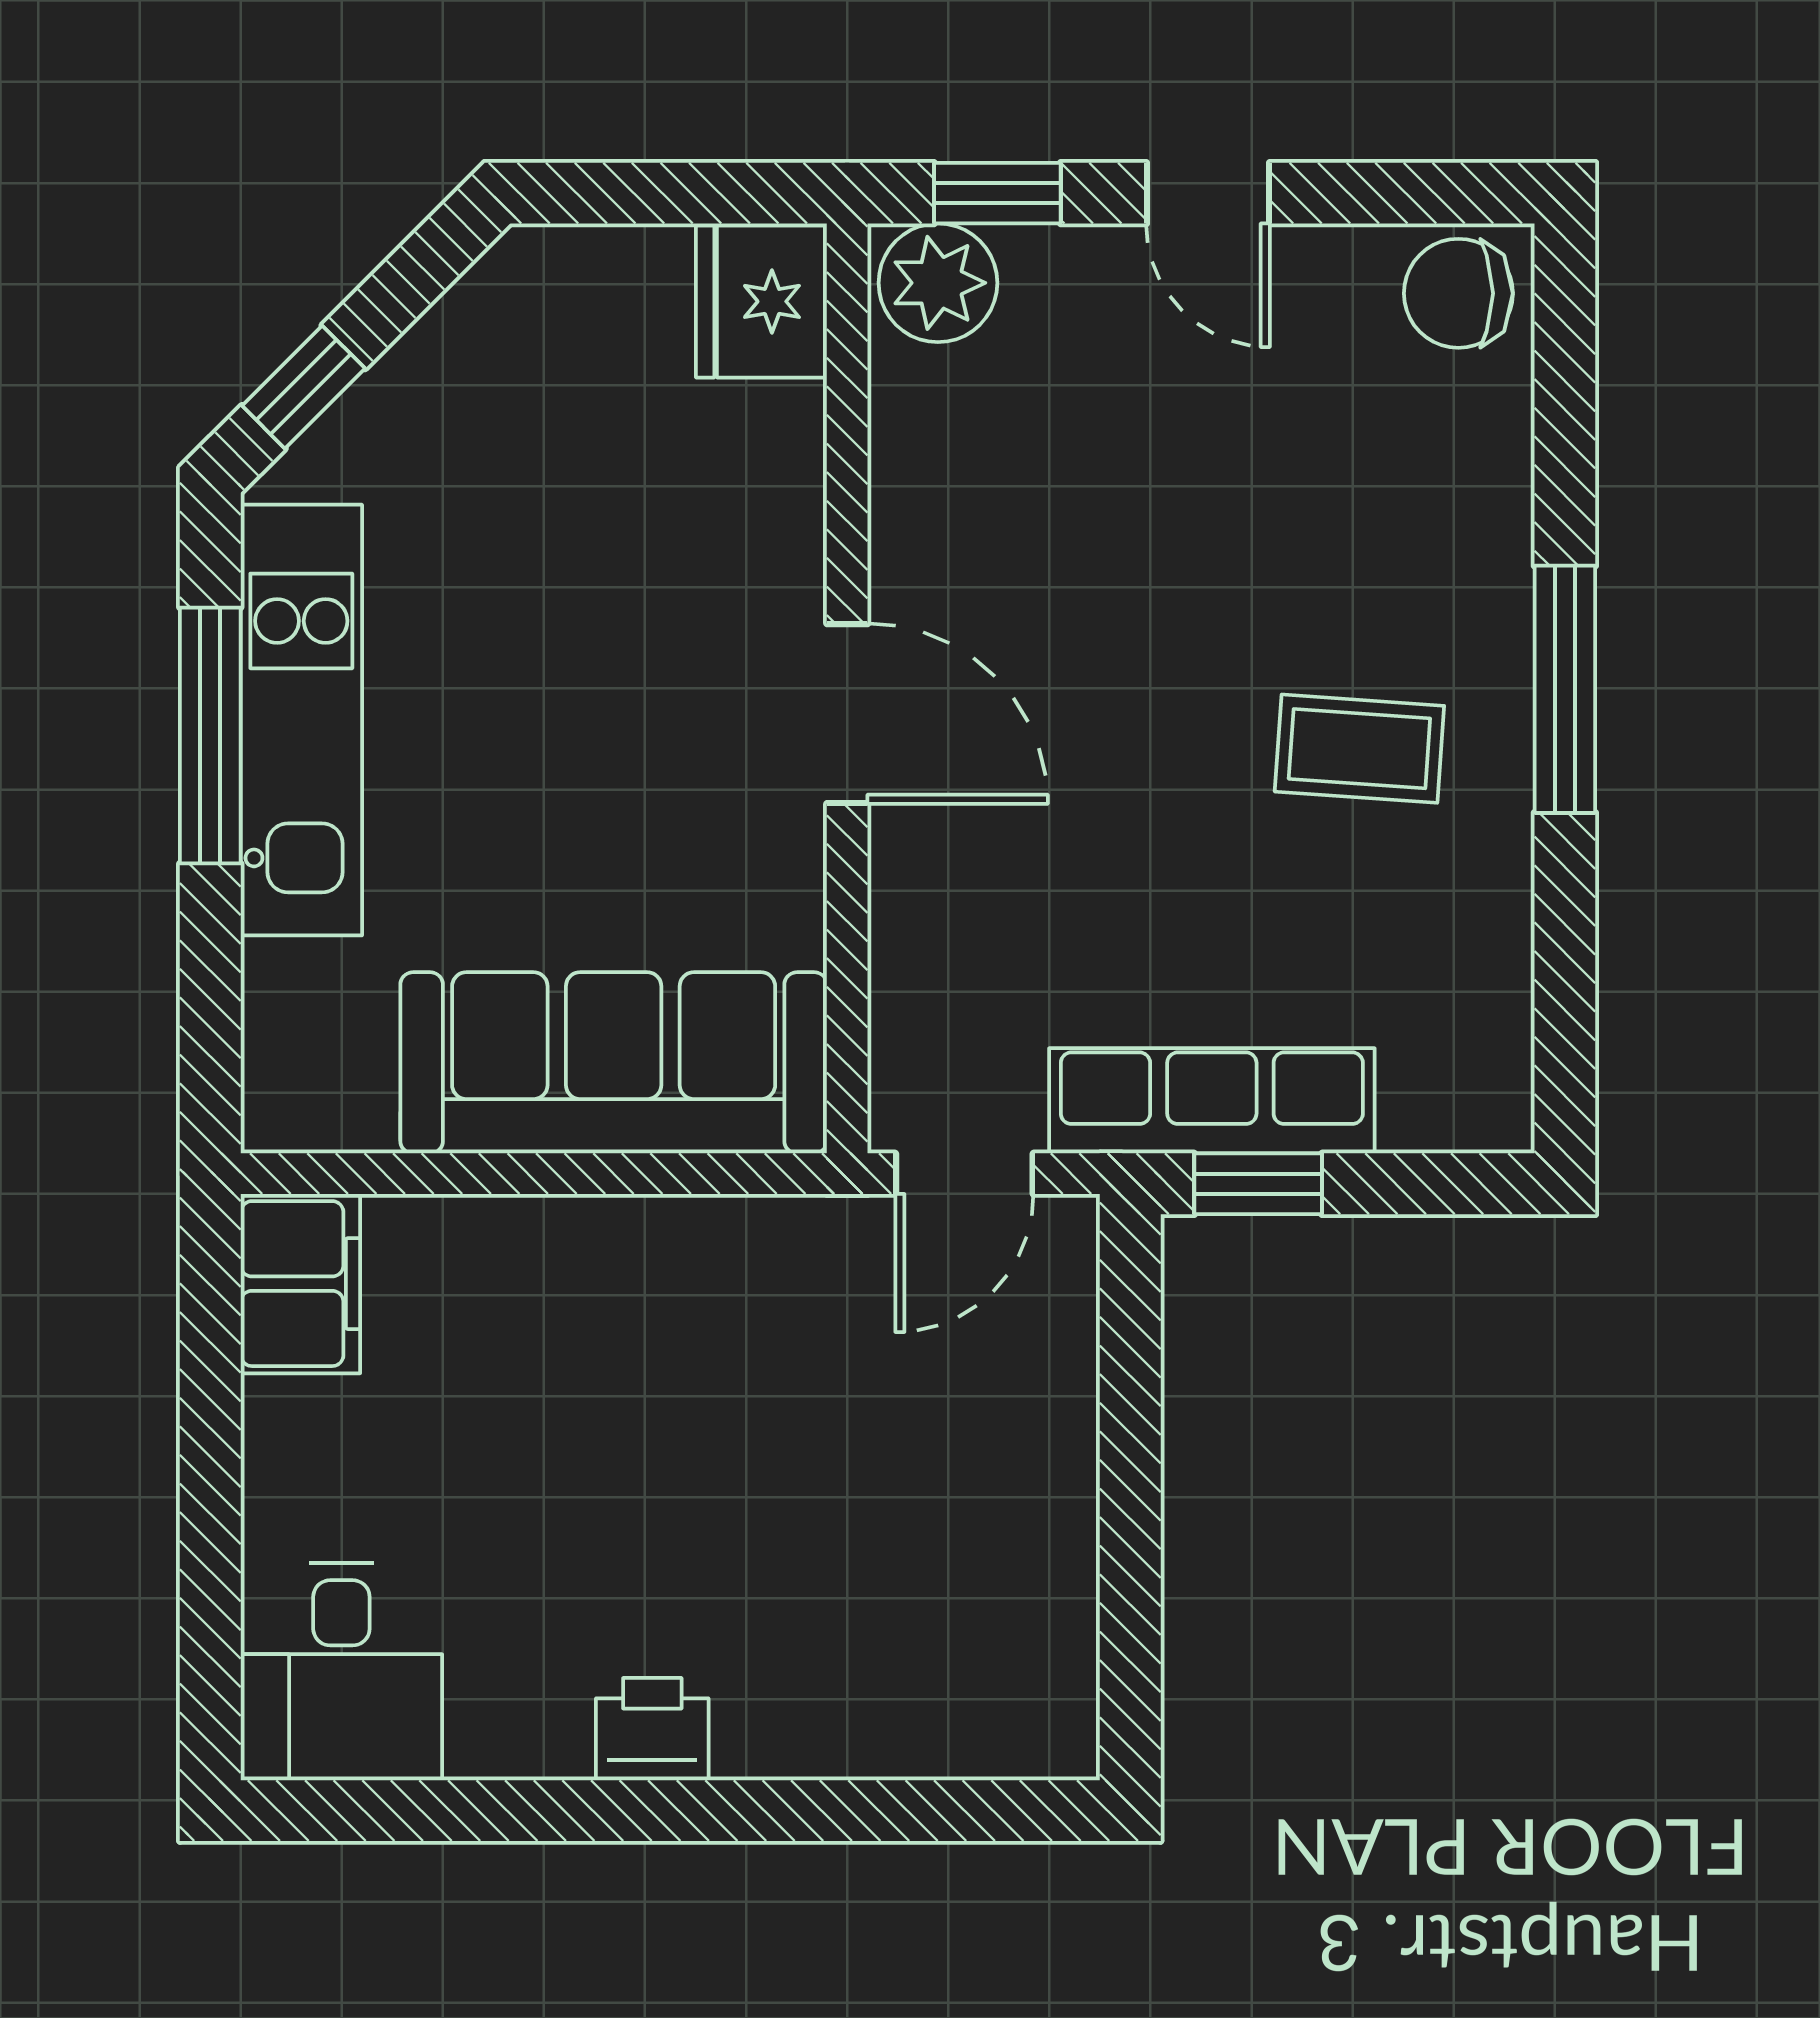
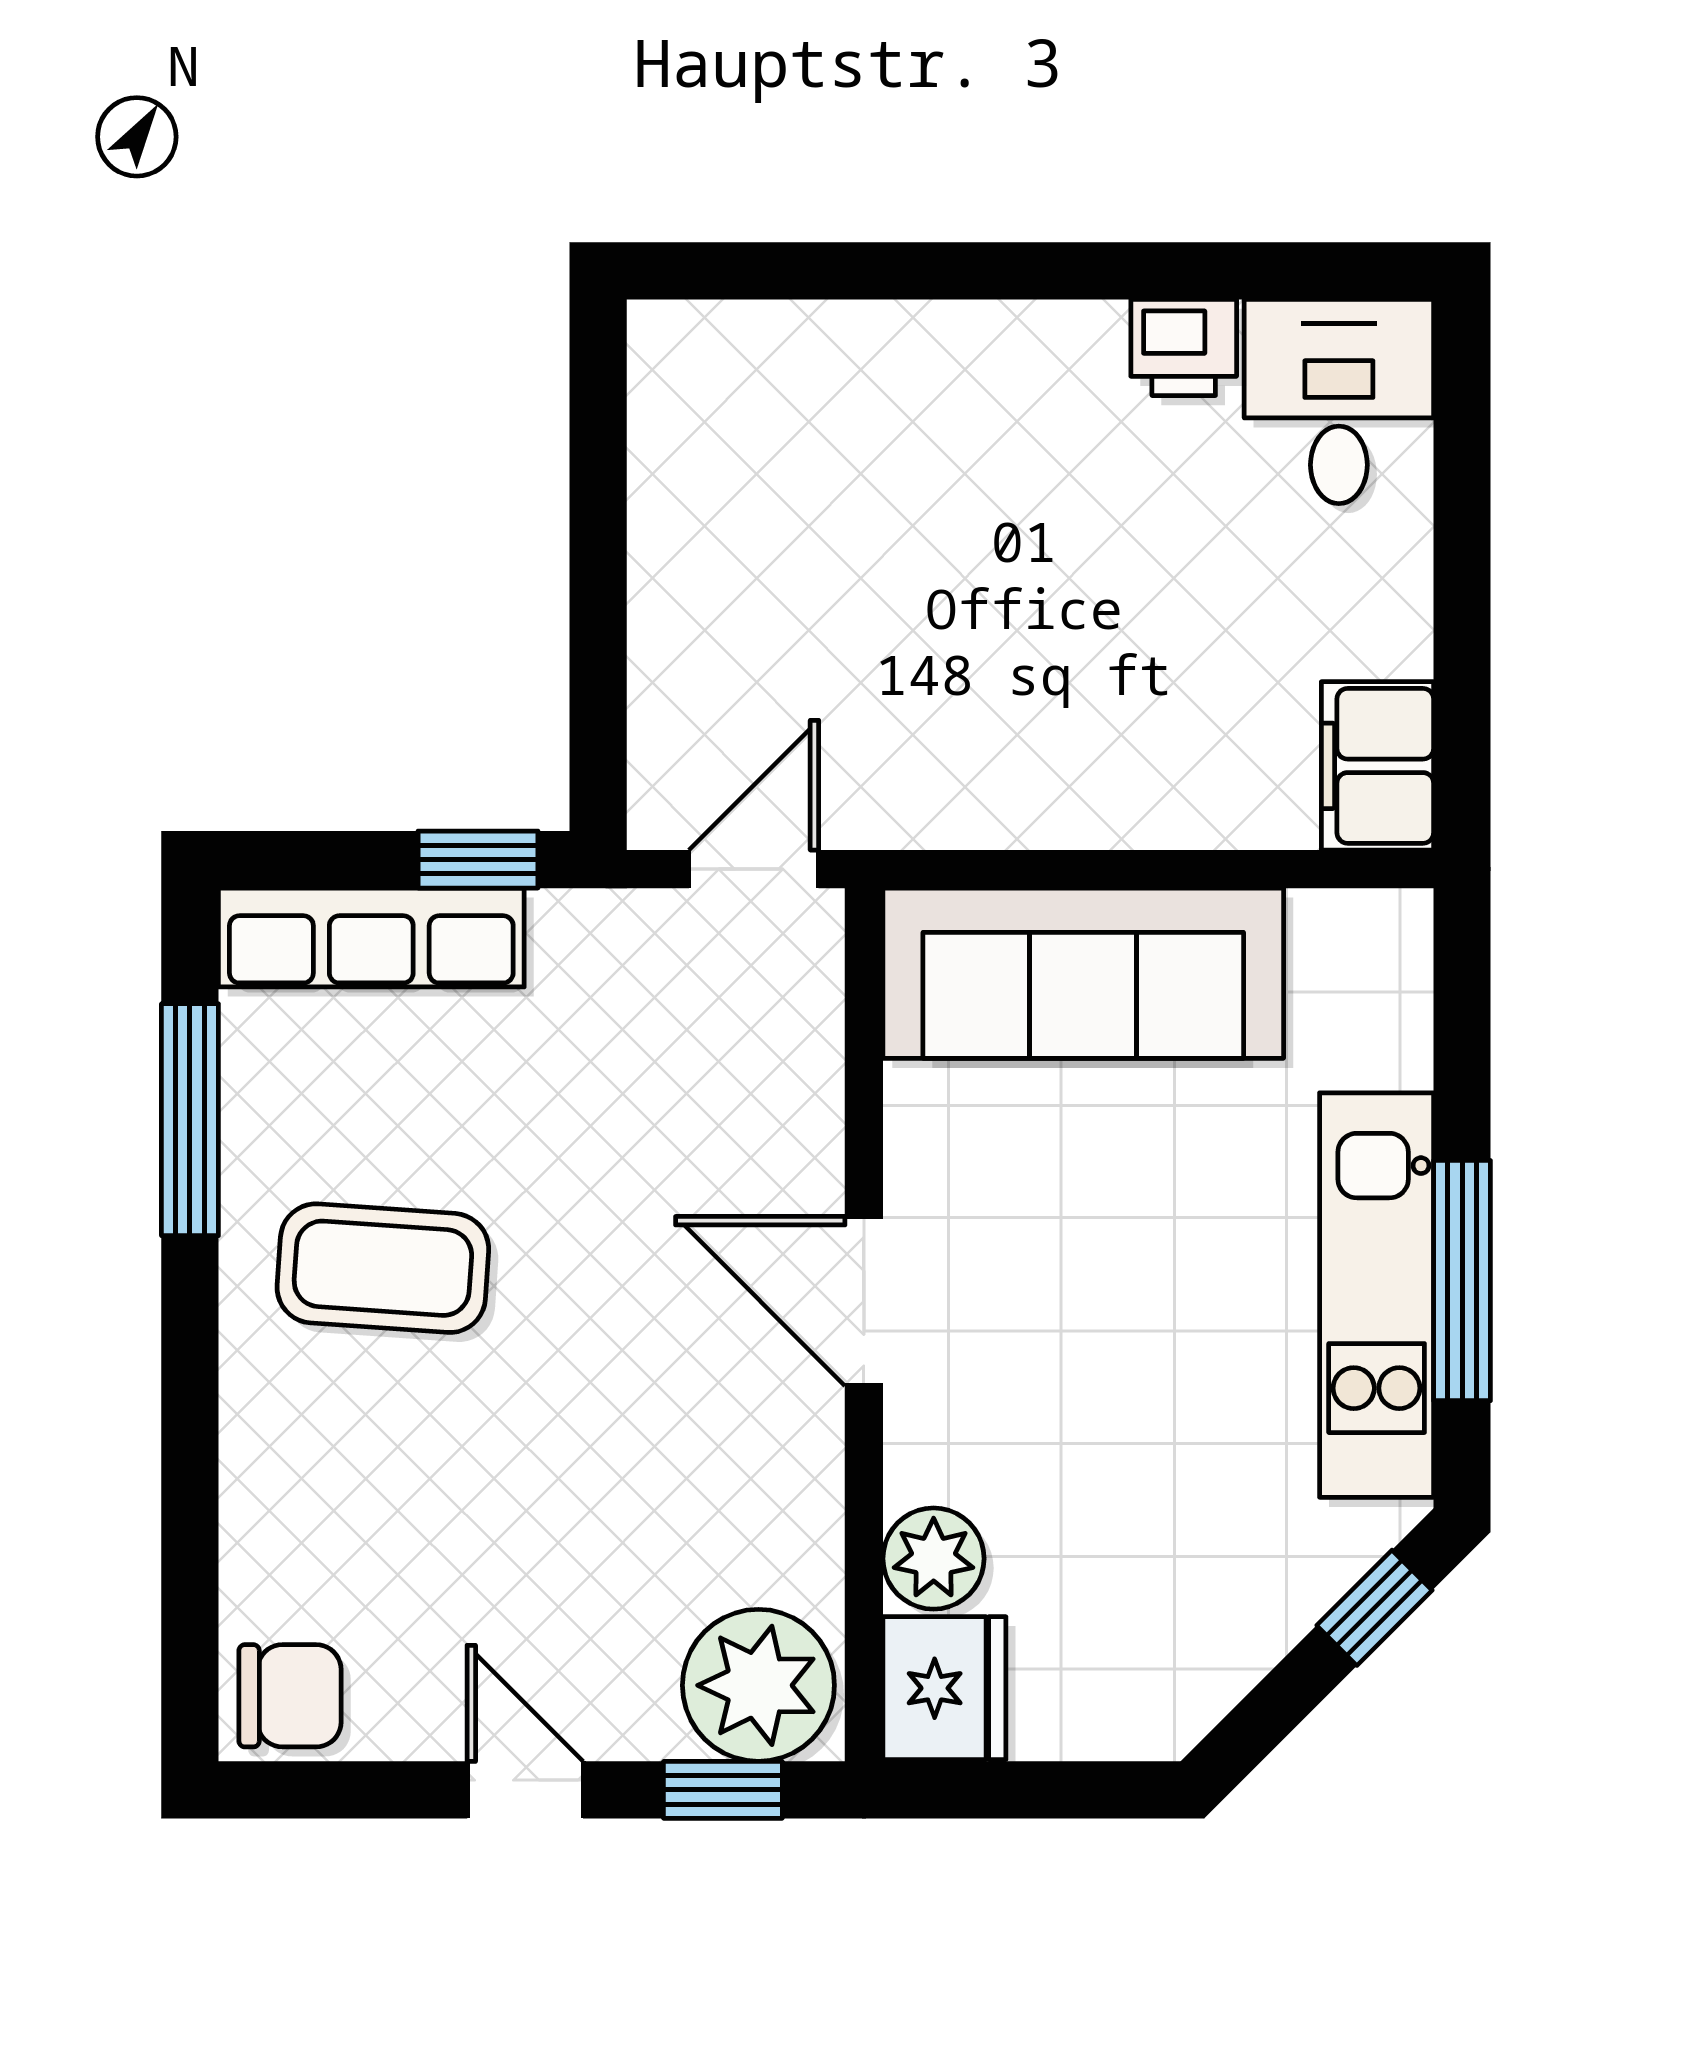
plant: (938, 283) -> (758, 1685), width x1.36, depth x1.36
plant: (773, 439) -> (934, 1559), added
window: (1565, 689) -> (190, 1120), moved
coffee table: (1359, 749) -> (383, 1268), width x1.36, depth x1.30
row of seats: (1212, 1101) -> (371, 937), moved
printer: (652, 1729) -> (1184, 348), moved

